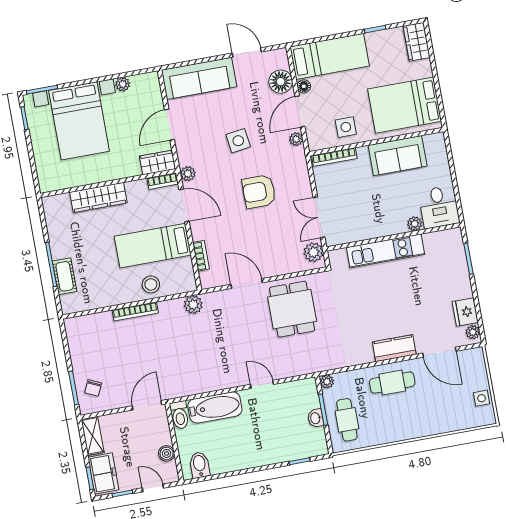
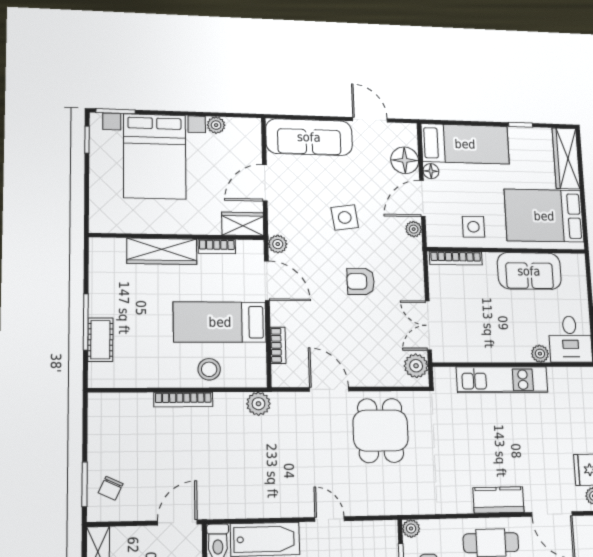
wardrobe: (417, 42) -> (566, 158), width x1.50
bookcase: (162, 181) -> (217, 246), moved
armchair: (259, 192) -> (361, 281), width x0.72, depth x0.72

